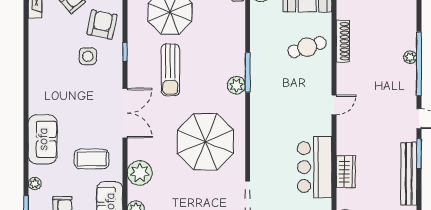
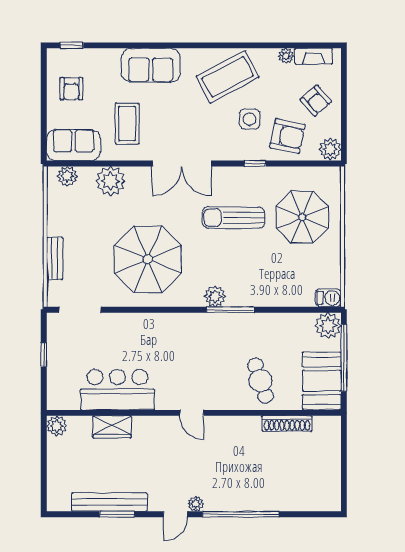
shoe rack: (343, 41) -> (287, 423), moved
plant: (410, 57) -> (196, 504), moved
coffee table: (52, 75) -> (228, 77), added
window: (419, 154) -> (117, 514), moved
plant: (35, 184) -> (286, 56), moved

